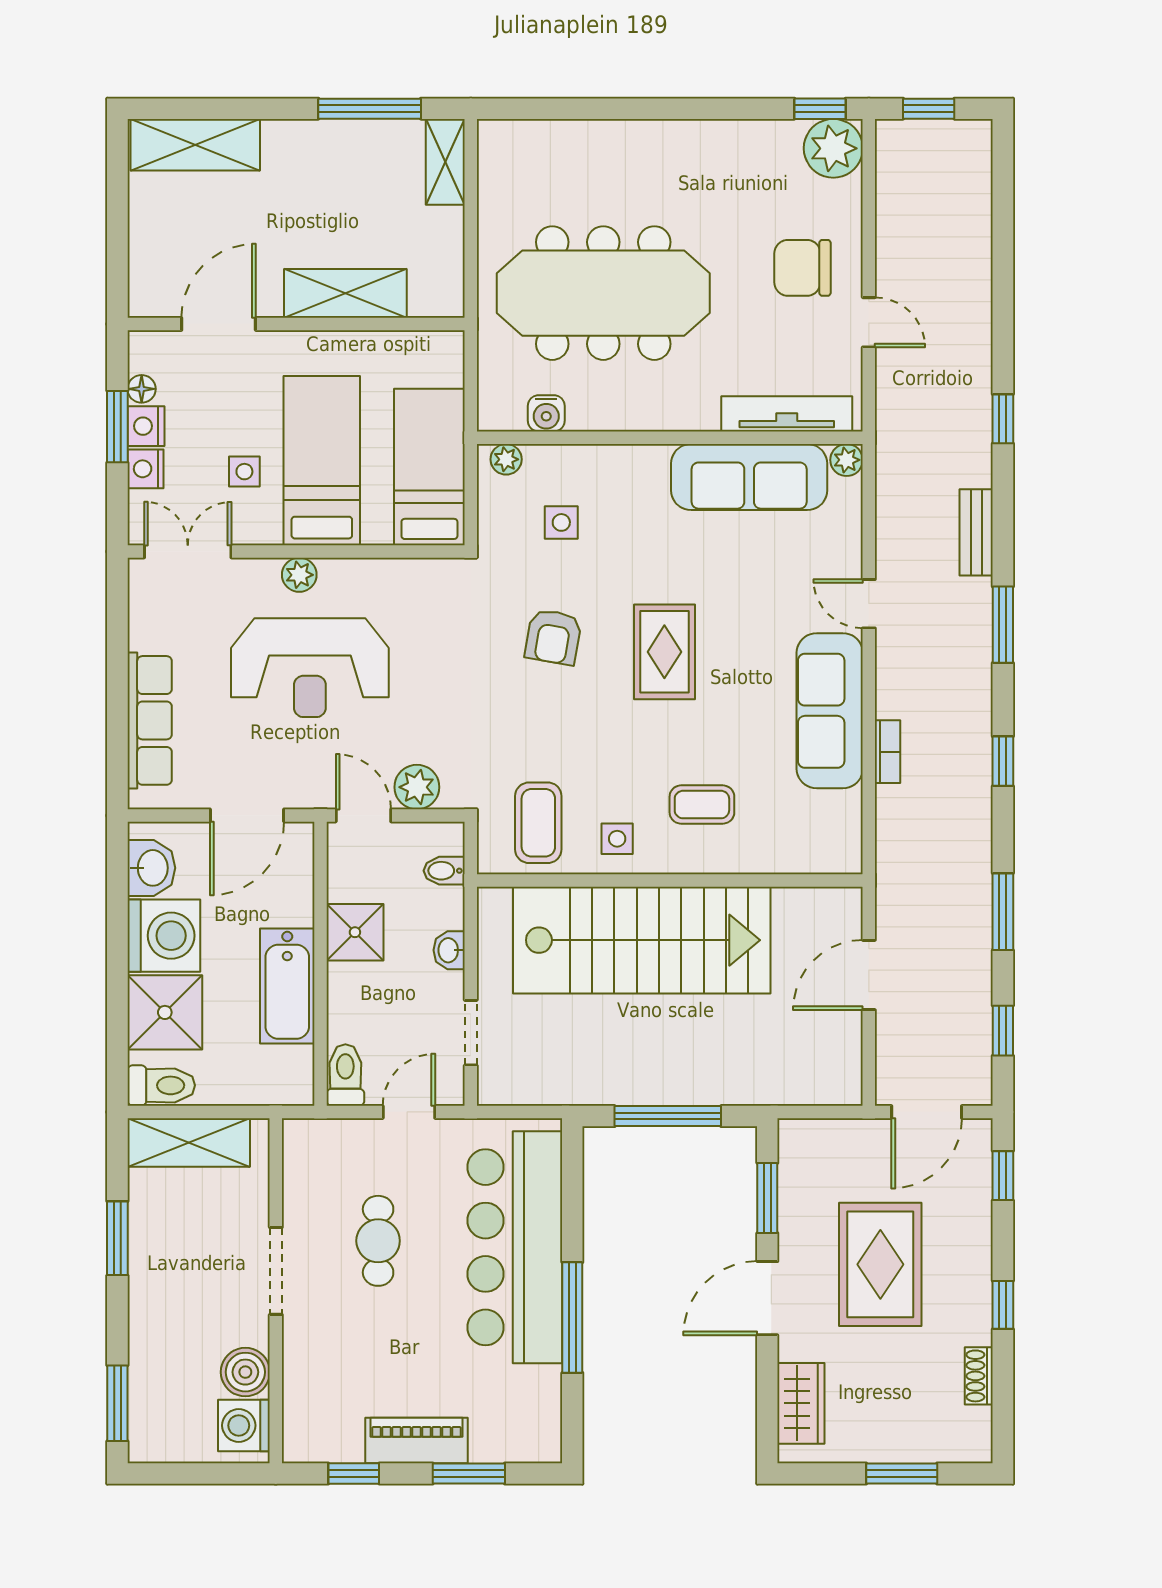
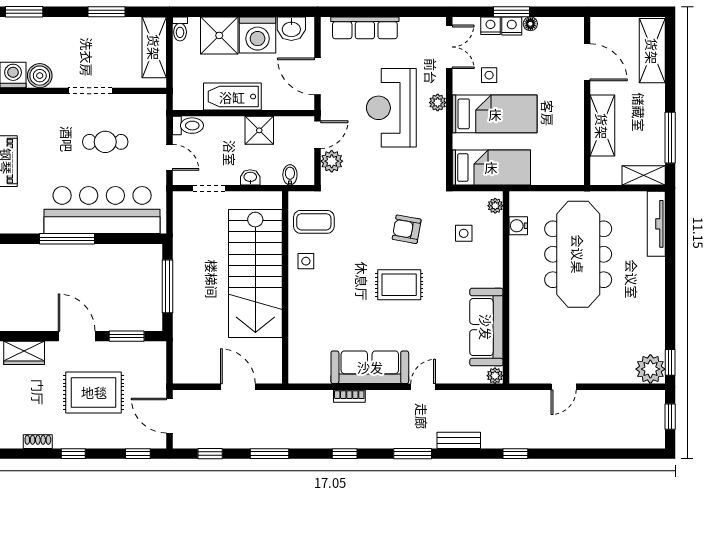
chair: (803, 268) -> (591, 354), removed
shelving: (345, 293) -> (602, 126), moved
door: (219, 324) -> (587, 62), moved
wall: (296, 324) -> (587, 101), moved
tv unit: (787, 414) -> (656, 224), moved, turned 180
coffee table: (702, 805) -> (323, 303), removed
toilet: (161, 1085) -> (180, 29), width x0.73, depth x0.72

